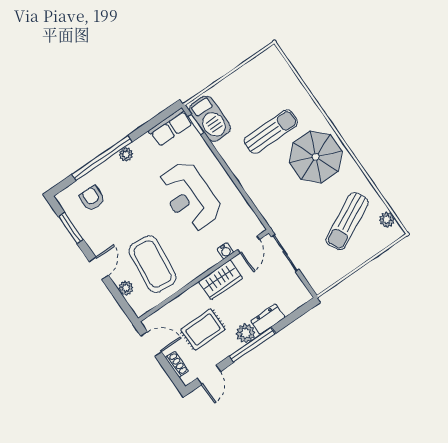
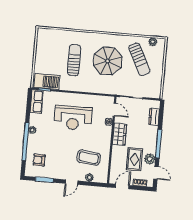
parasol: (316, 157) -> (108, 61), moved
coffee table: (153, 264) -> (89, 158), width x0.73, depth x0.76
door: (99, 268) -> (71, 182), swing flipped
dresser: (268, 319) -> (154, 117), moved
plant: (246, 333) -> (150, 159), moved

